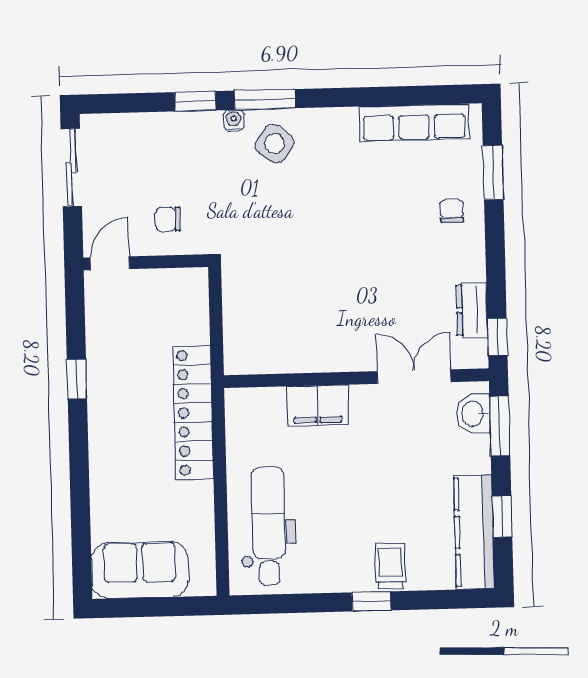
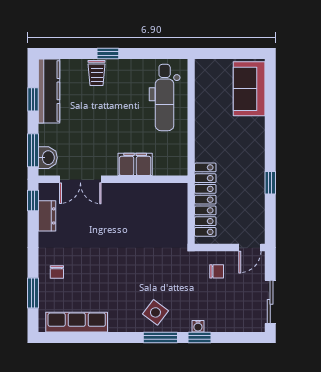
water cooler: (234, 120) -> (198, 326), moved
locker: (193, 413) -> (205, 200), moved
sofa: (140, 570) -> (249, 89), moved, turned 90

